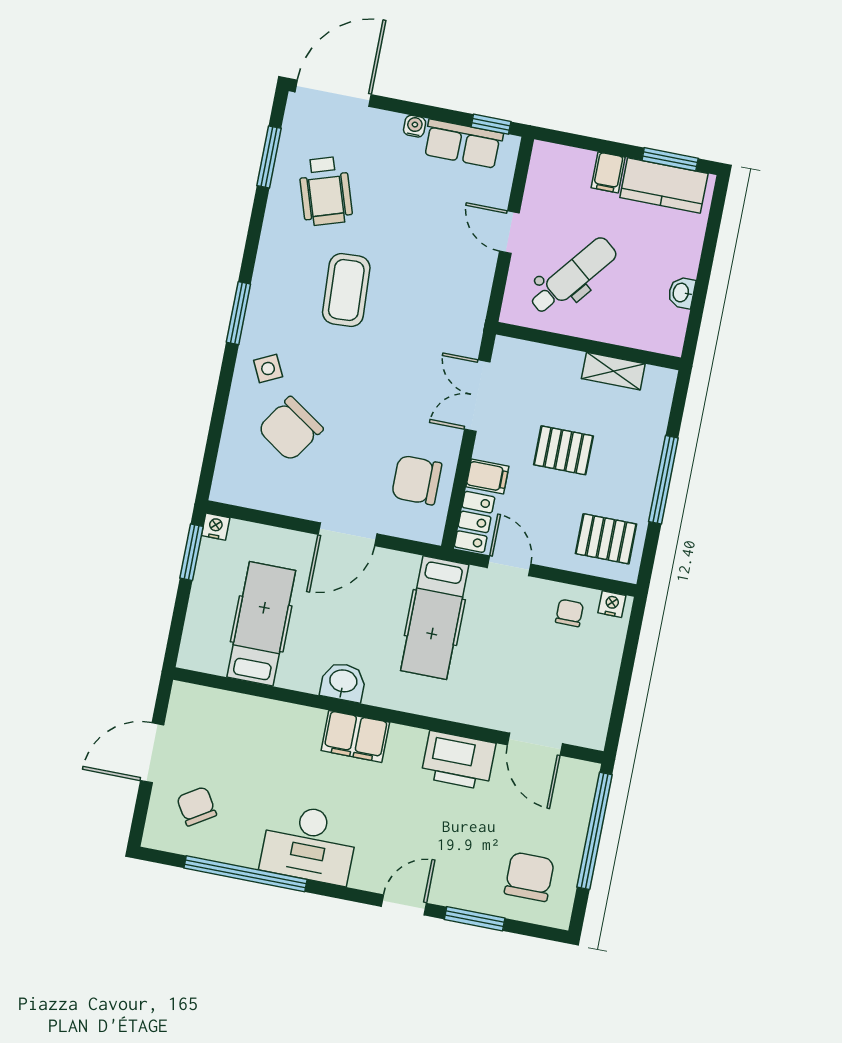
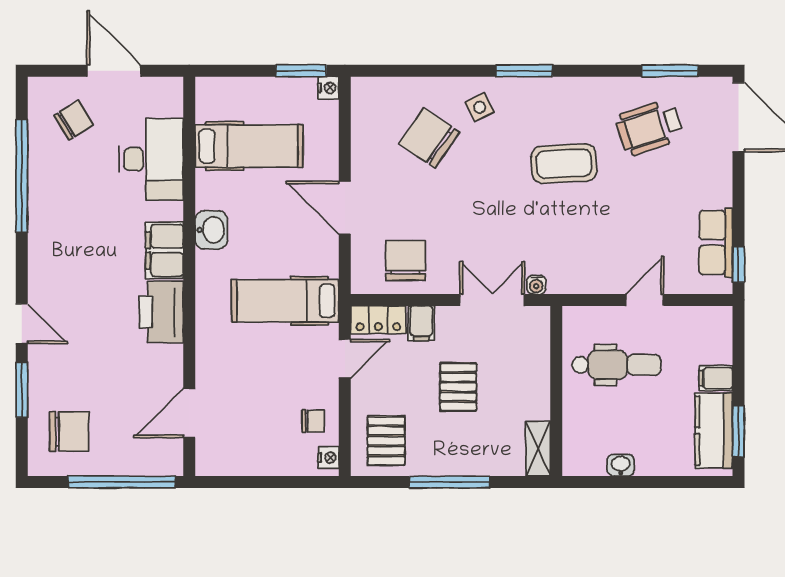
water cooler: (415, 126) -> (536, 285), moved, turned 90
dental chair: (573, 276) -> (617, 365), turned -39
shelving: (613, 371) -> (538, 449), moved
printer: (458, 760) -> (161, 312), moved
desk: (309, 844) -> (151, 159), moved, turned 180

